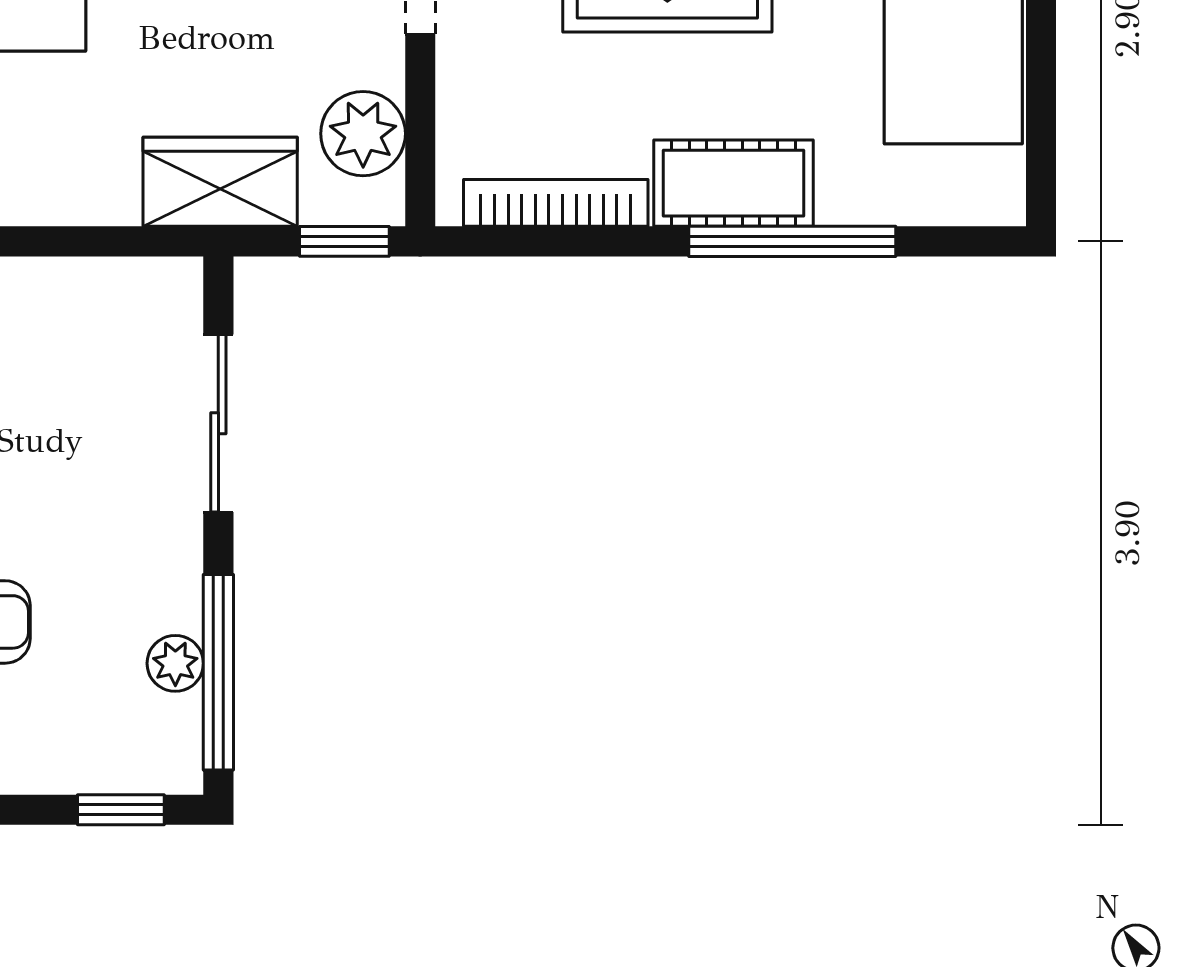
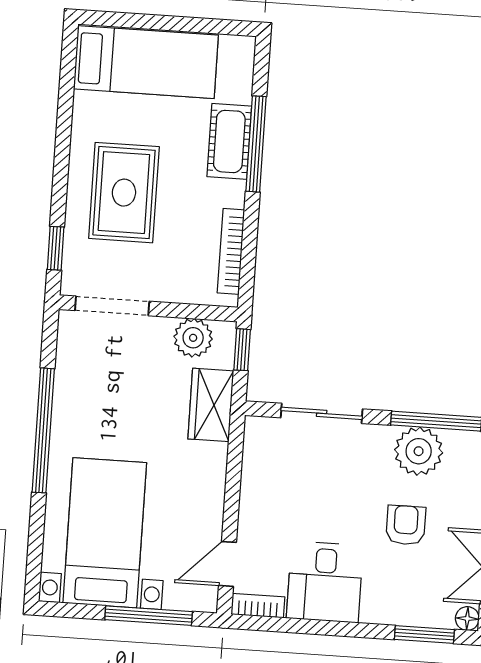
cot: (733, 183) -> (229, 141), moved
plant: (175, 663) -> (419, 451), width x1.88, depth x1.88

